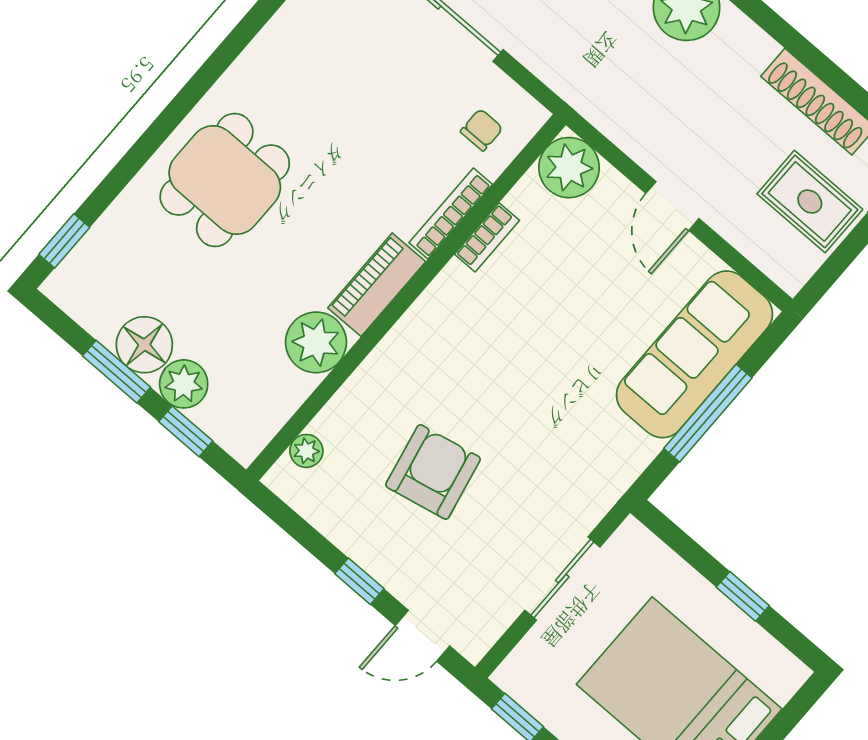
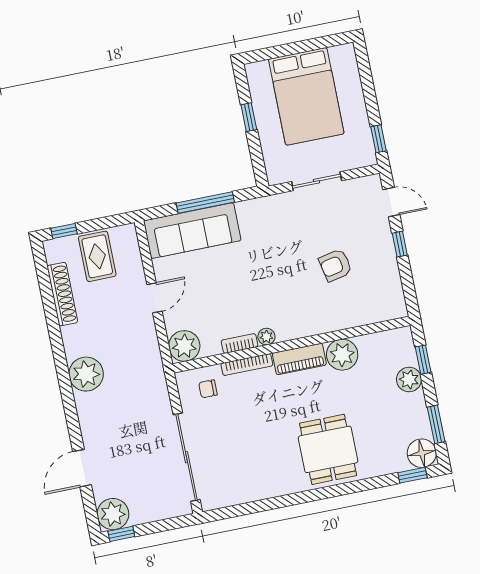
dining table: (225, 180) -> (328, 449), turned 90
floor lamp: (144, 345) -> (422, 453), moved
window: (116, 372) -> (436, 424), moved
plant: (306, 451) -> (266, 337), moved
armchair: (433, 472) -> (335, 265), width x0.72, depth x0.72

